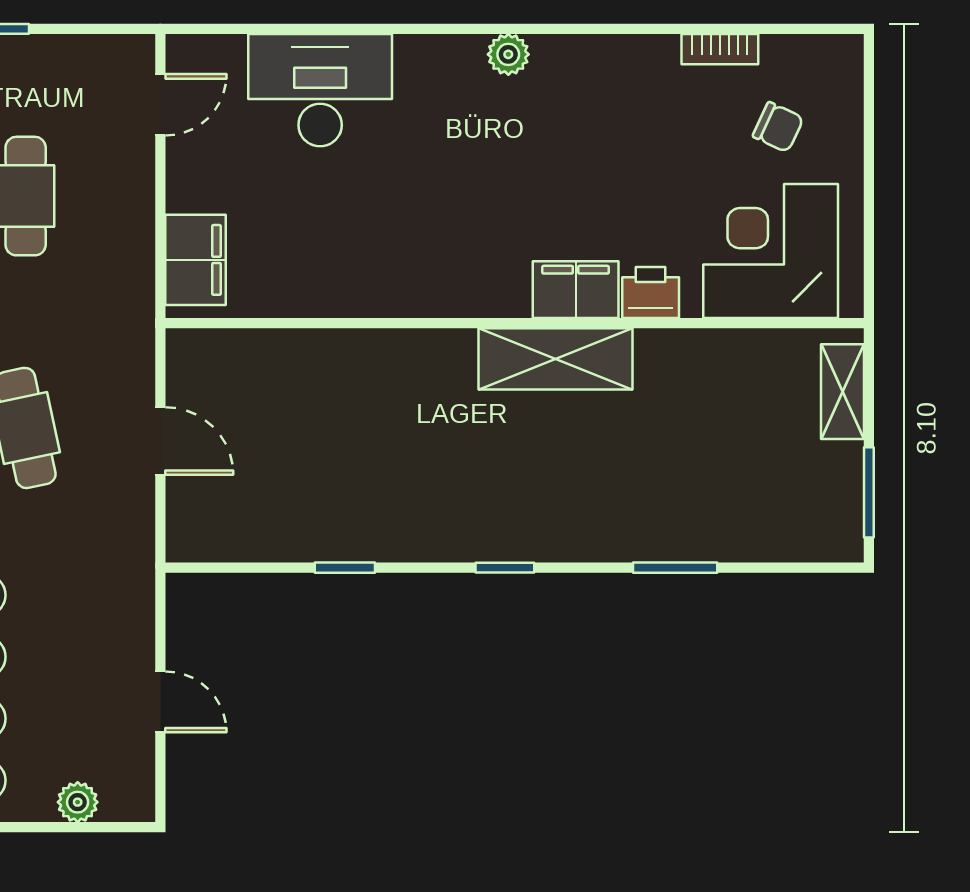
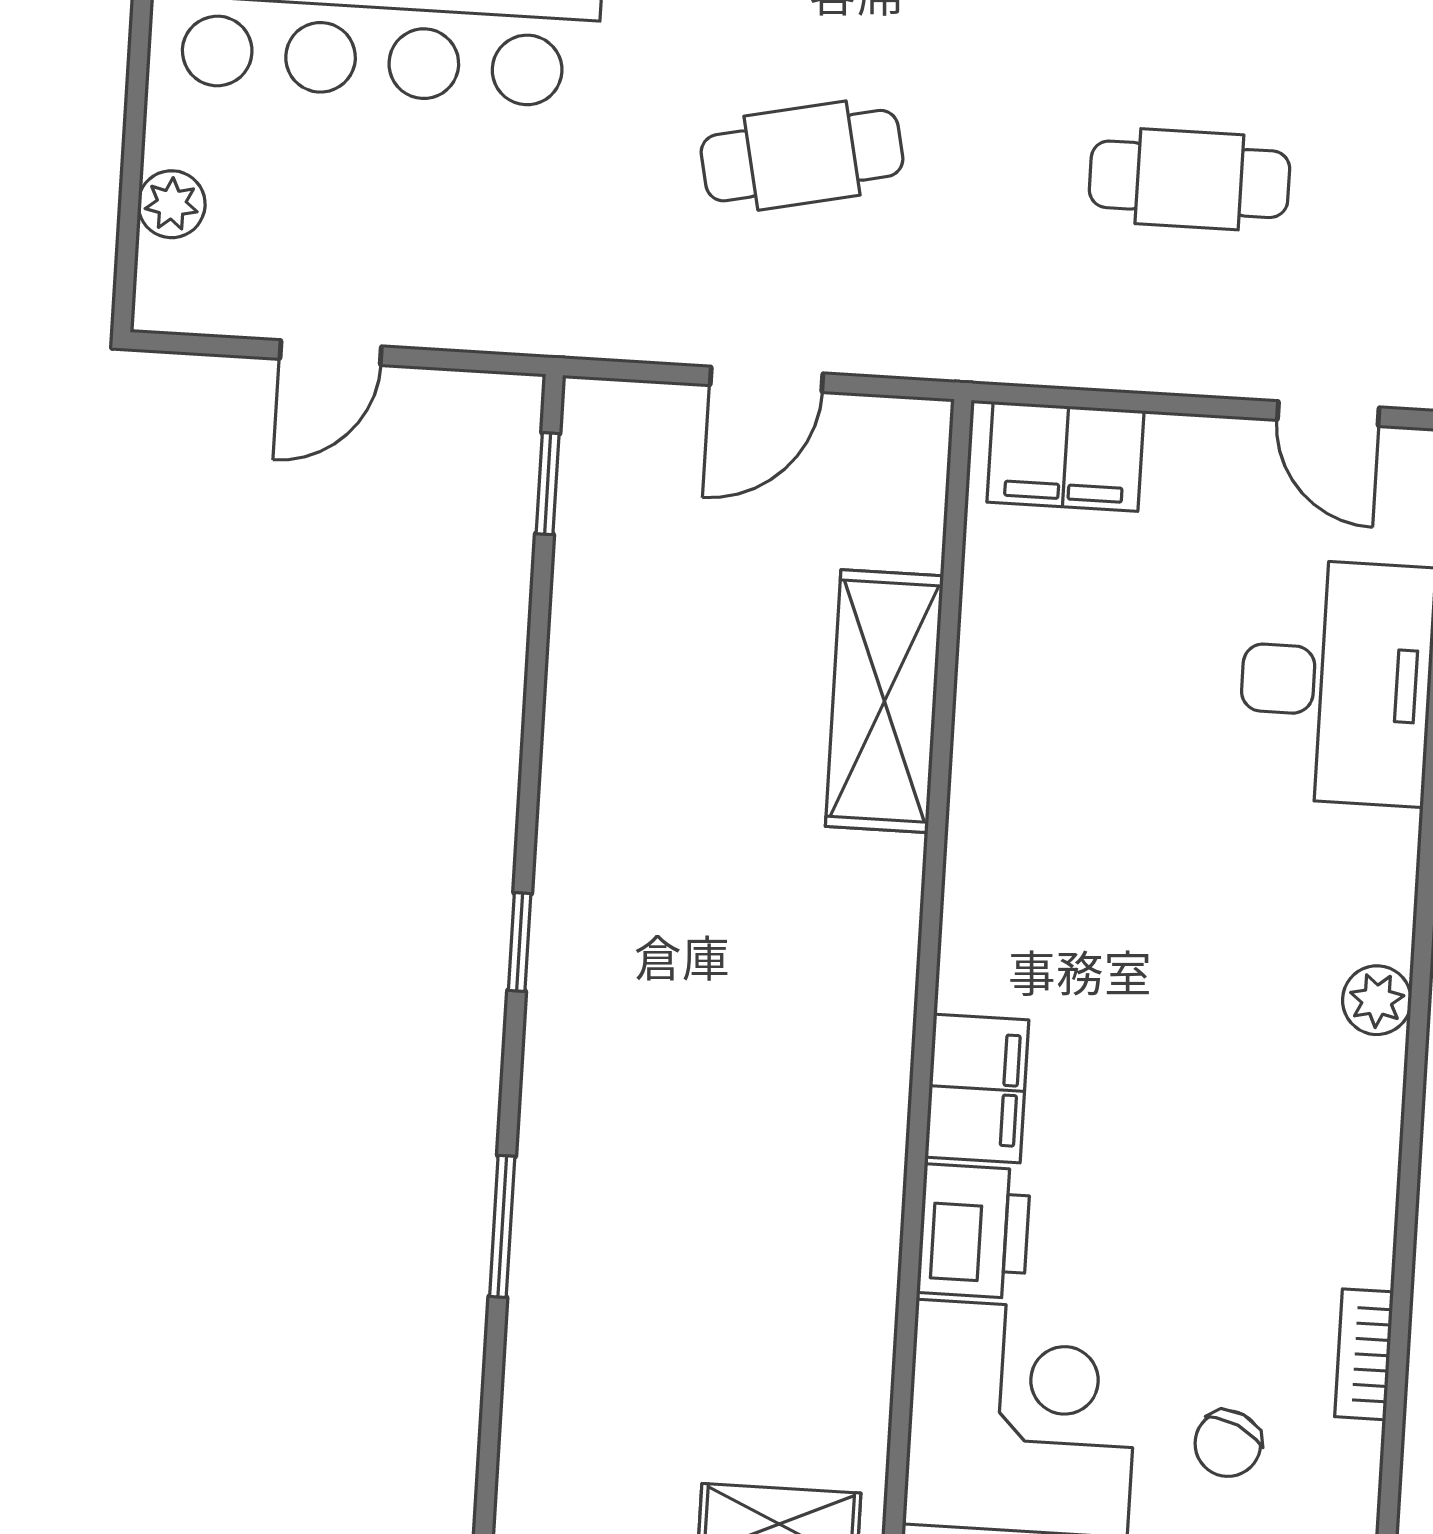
printer: (651, 293) -> (974, 1231), width x1.36, depth x1.24
shelving: (556, 359) -> (884, 701), moved
window: (345, 568) -> (548, 484), moved

